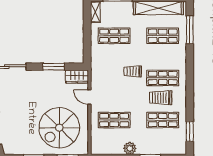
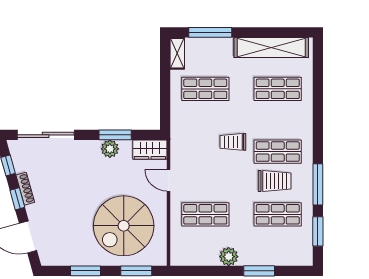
window: (190, 30) -> (318, 184), moved
plant: (50, 76) -> (110, 149), added
trolley: (161, 98) -> (275, 181), turned 180

